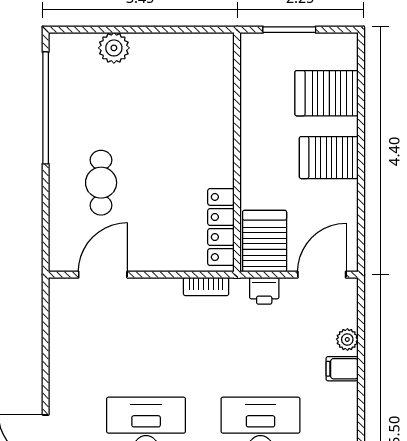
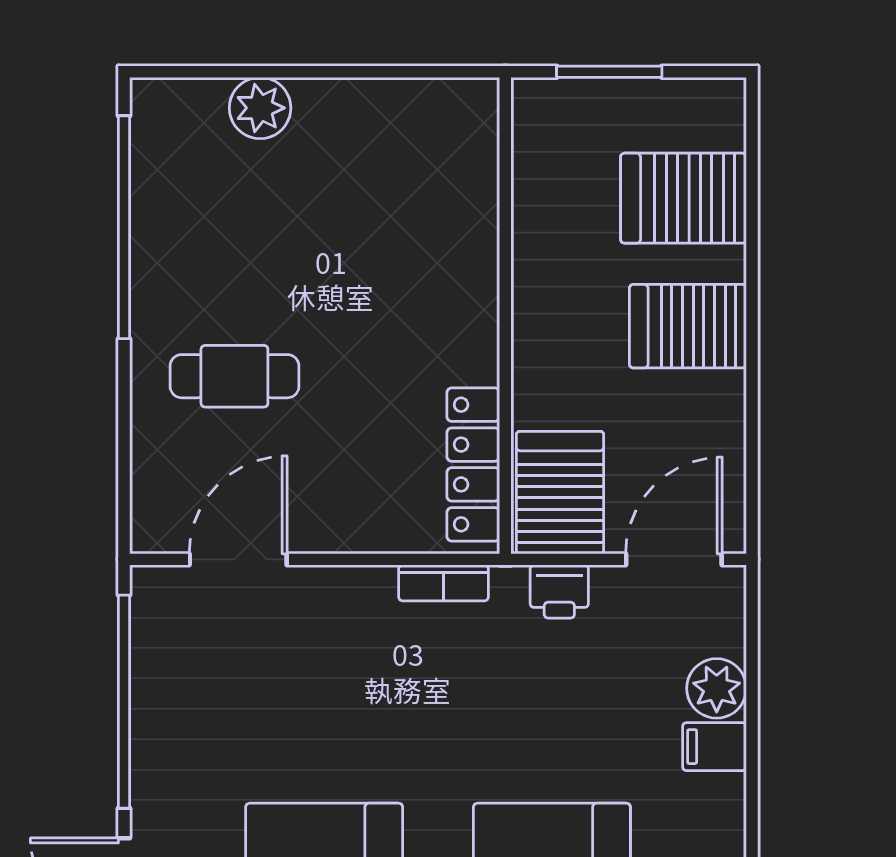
cafe table: (101, 183) -> (234, 376), turned 90
plant: (347, 339) -> (717, 688), width x1.38, depth x1.38
window: (46, 346) -> (124, 702), added

